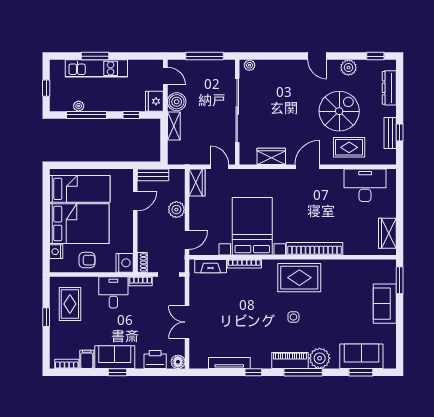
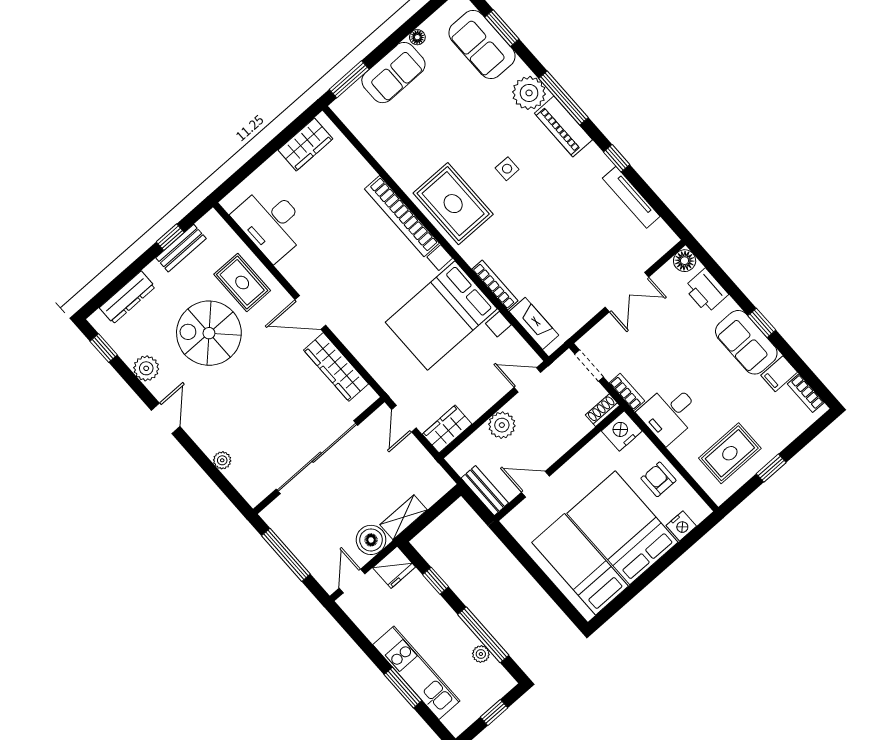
plant: (249, 65) -> (222, 460), moved
wardrobe: (271, 156) -> (336, 367), width x1.50
floor lamp: (391, 329) -> (417, 37), added

